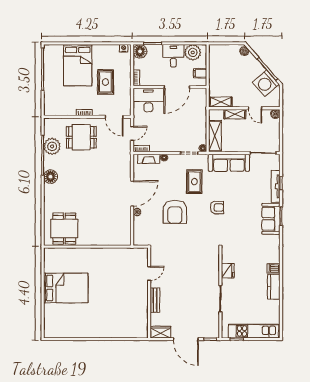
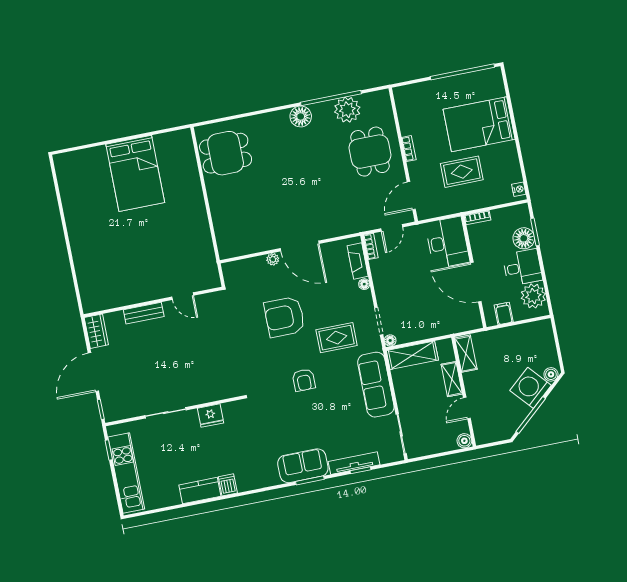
floor lamp: (140, 51) -> (524, 238), moved
washing machine: (266, 83) -> (531, 388), moved
door: (132, 133) -> (392, 228), hinge flipped

